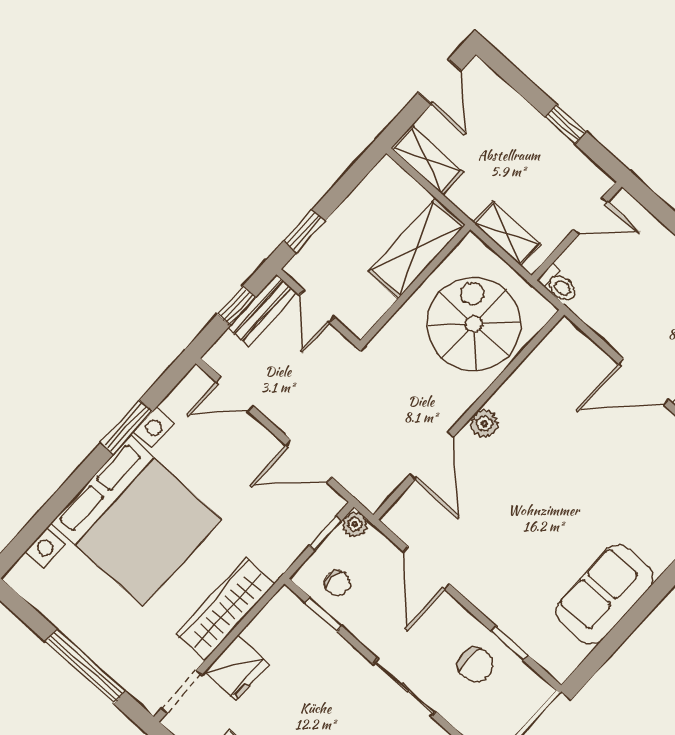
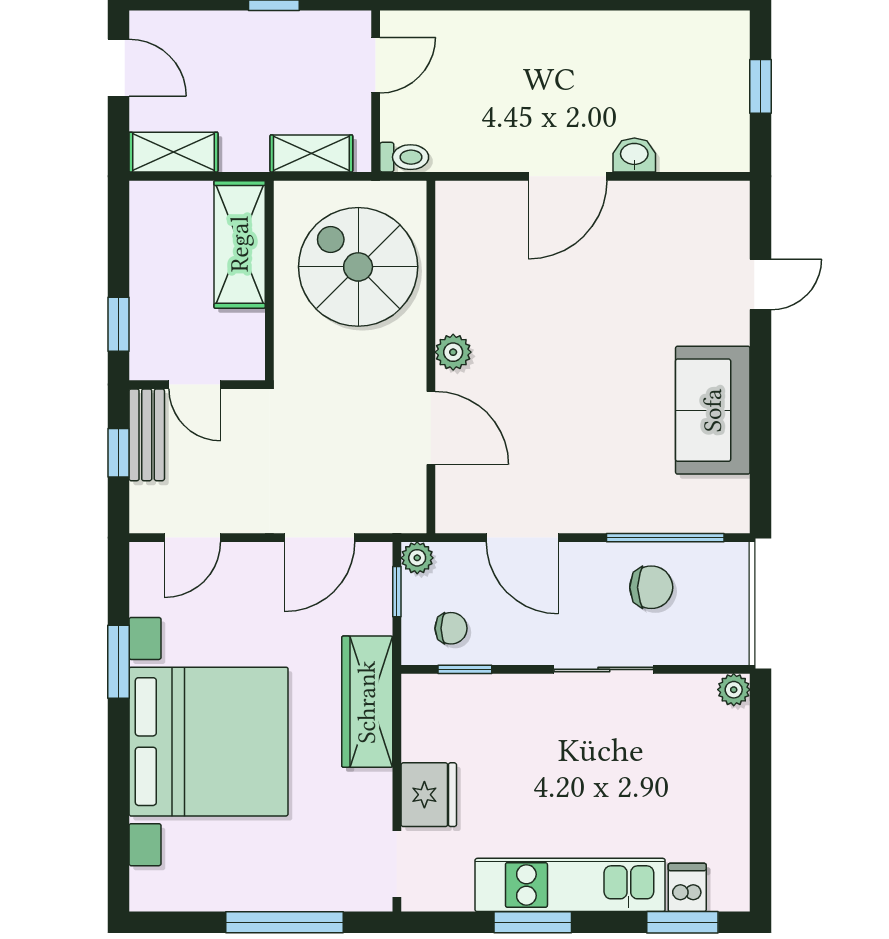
wardrobe: (225, 609) -> (367, 702), moved
window: (510, 643) -> (665, 538), width x2.17

